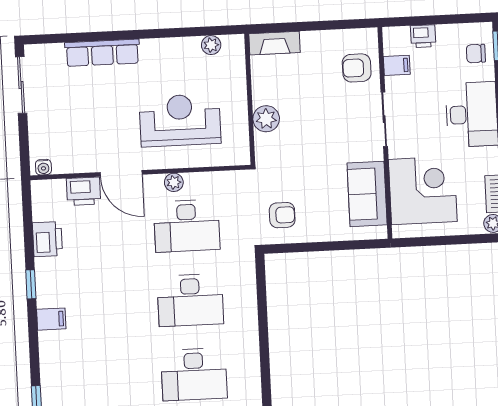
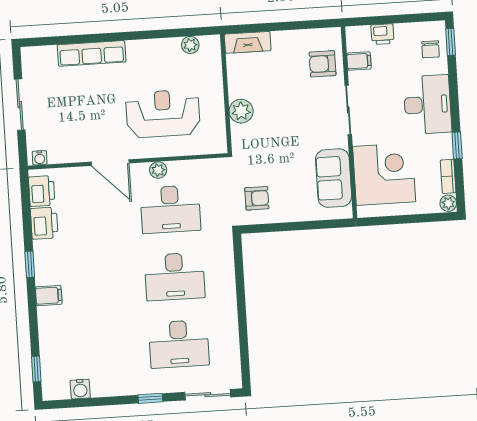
chair: (476, 54) -> (431, 49), turned -90
sliding door: (21, 85) -> (20, 105), moved
printer: (83, 191) -> (42, 191), moved, turned -90

